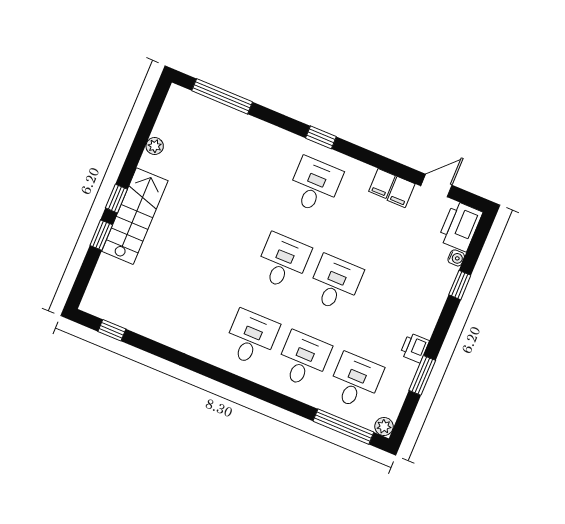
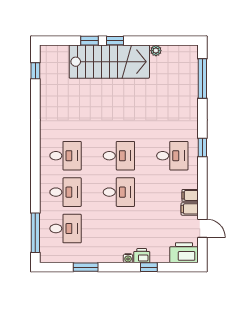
stairs: (135, 216) -> (109, 62), width x1.36, depth x1.51
water cooler: (456, 258) -> (128, 258), moved
printer: (415, 348) -> (142, 256), moved
plant: (384, 426) -> (46, 257), removed

